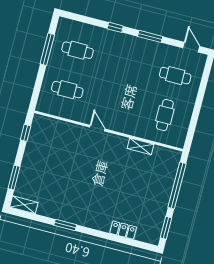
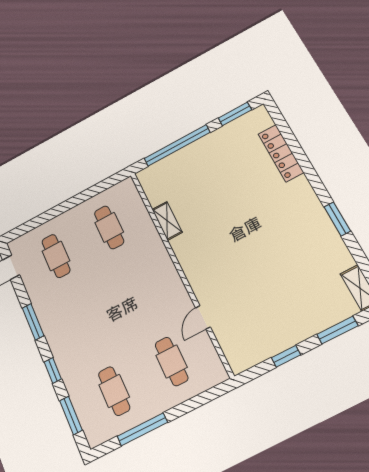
window: (84, 19) -> (71, 415), added
cafe table: (165, 115) -> (109, 227), turned 90
door: (97, 128) -> (203, 317), moved
window: (26, 133) -> (286, 356), moved
locker: (123, 230) -> (281, 153), width x1.53

